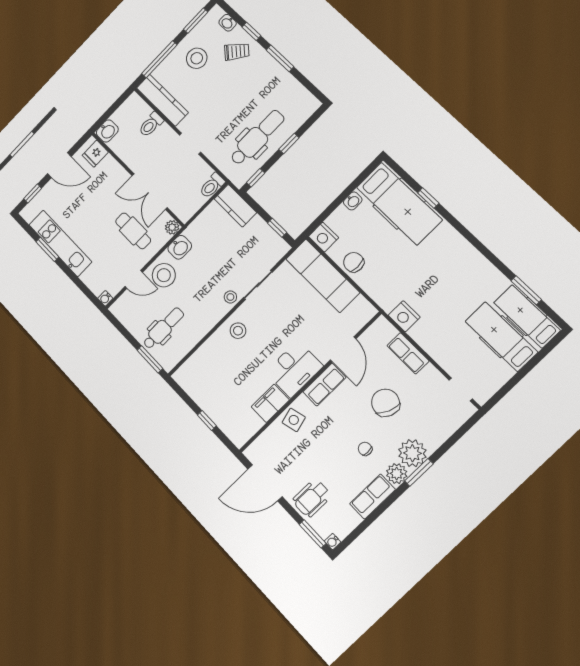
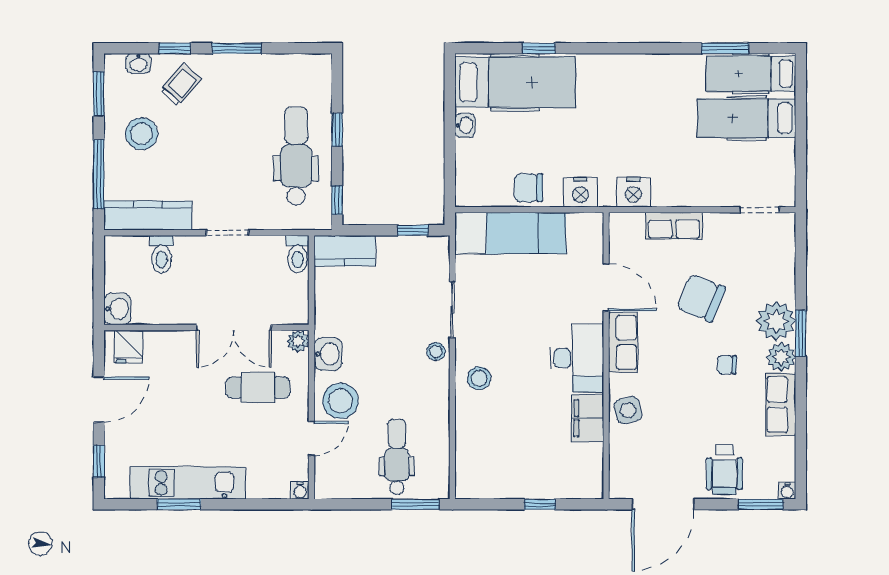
nightstand: (324, 237) -> (580, 192), moved

